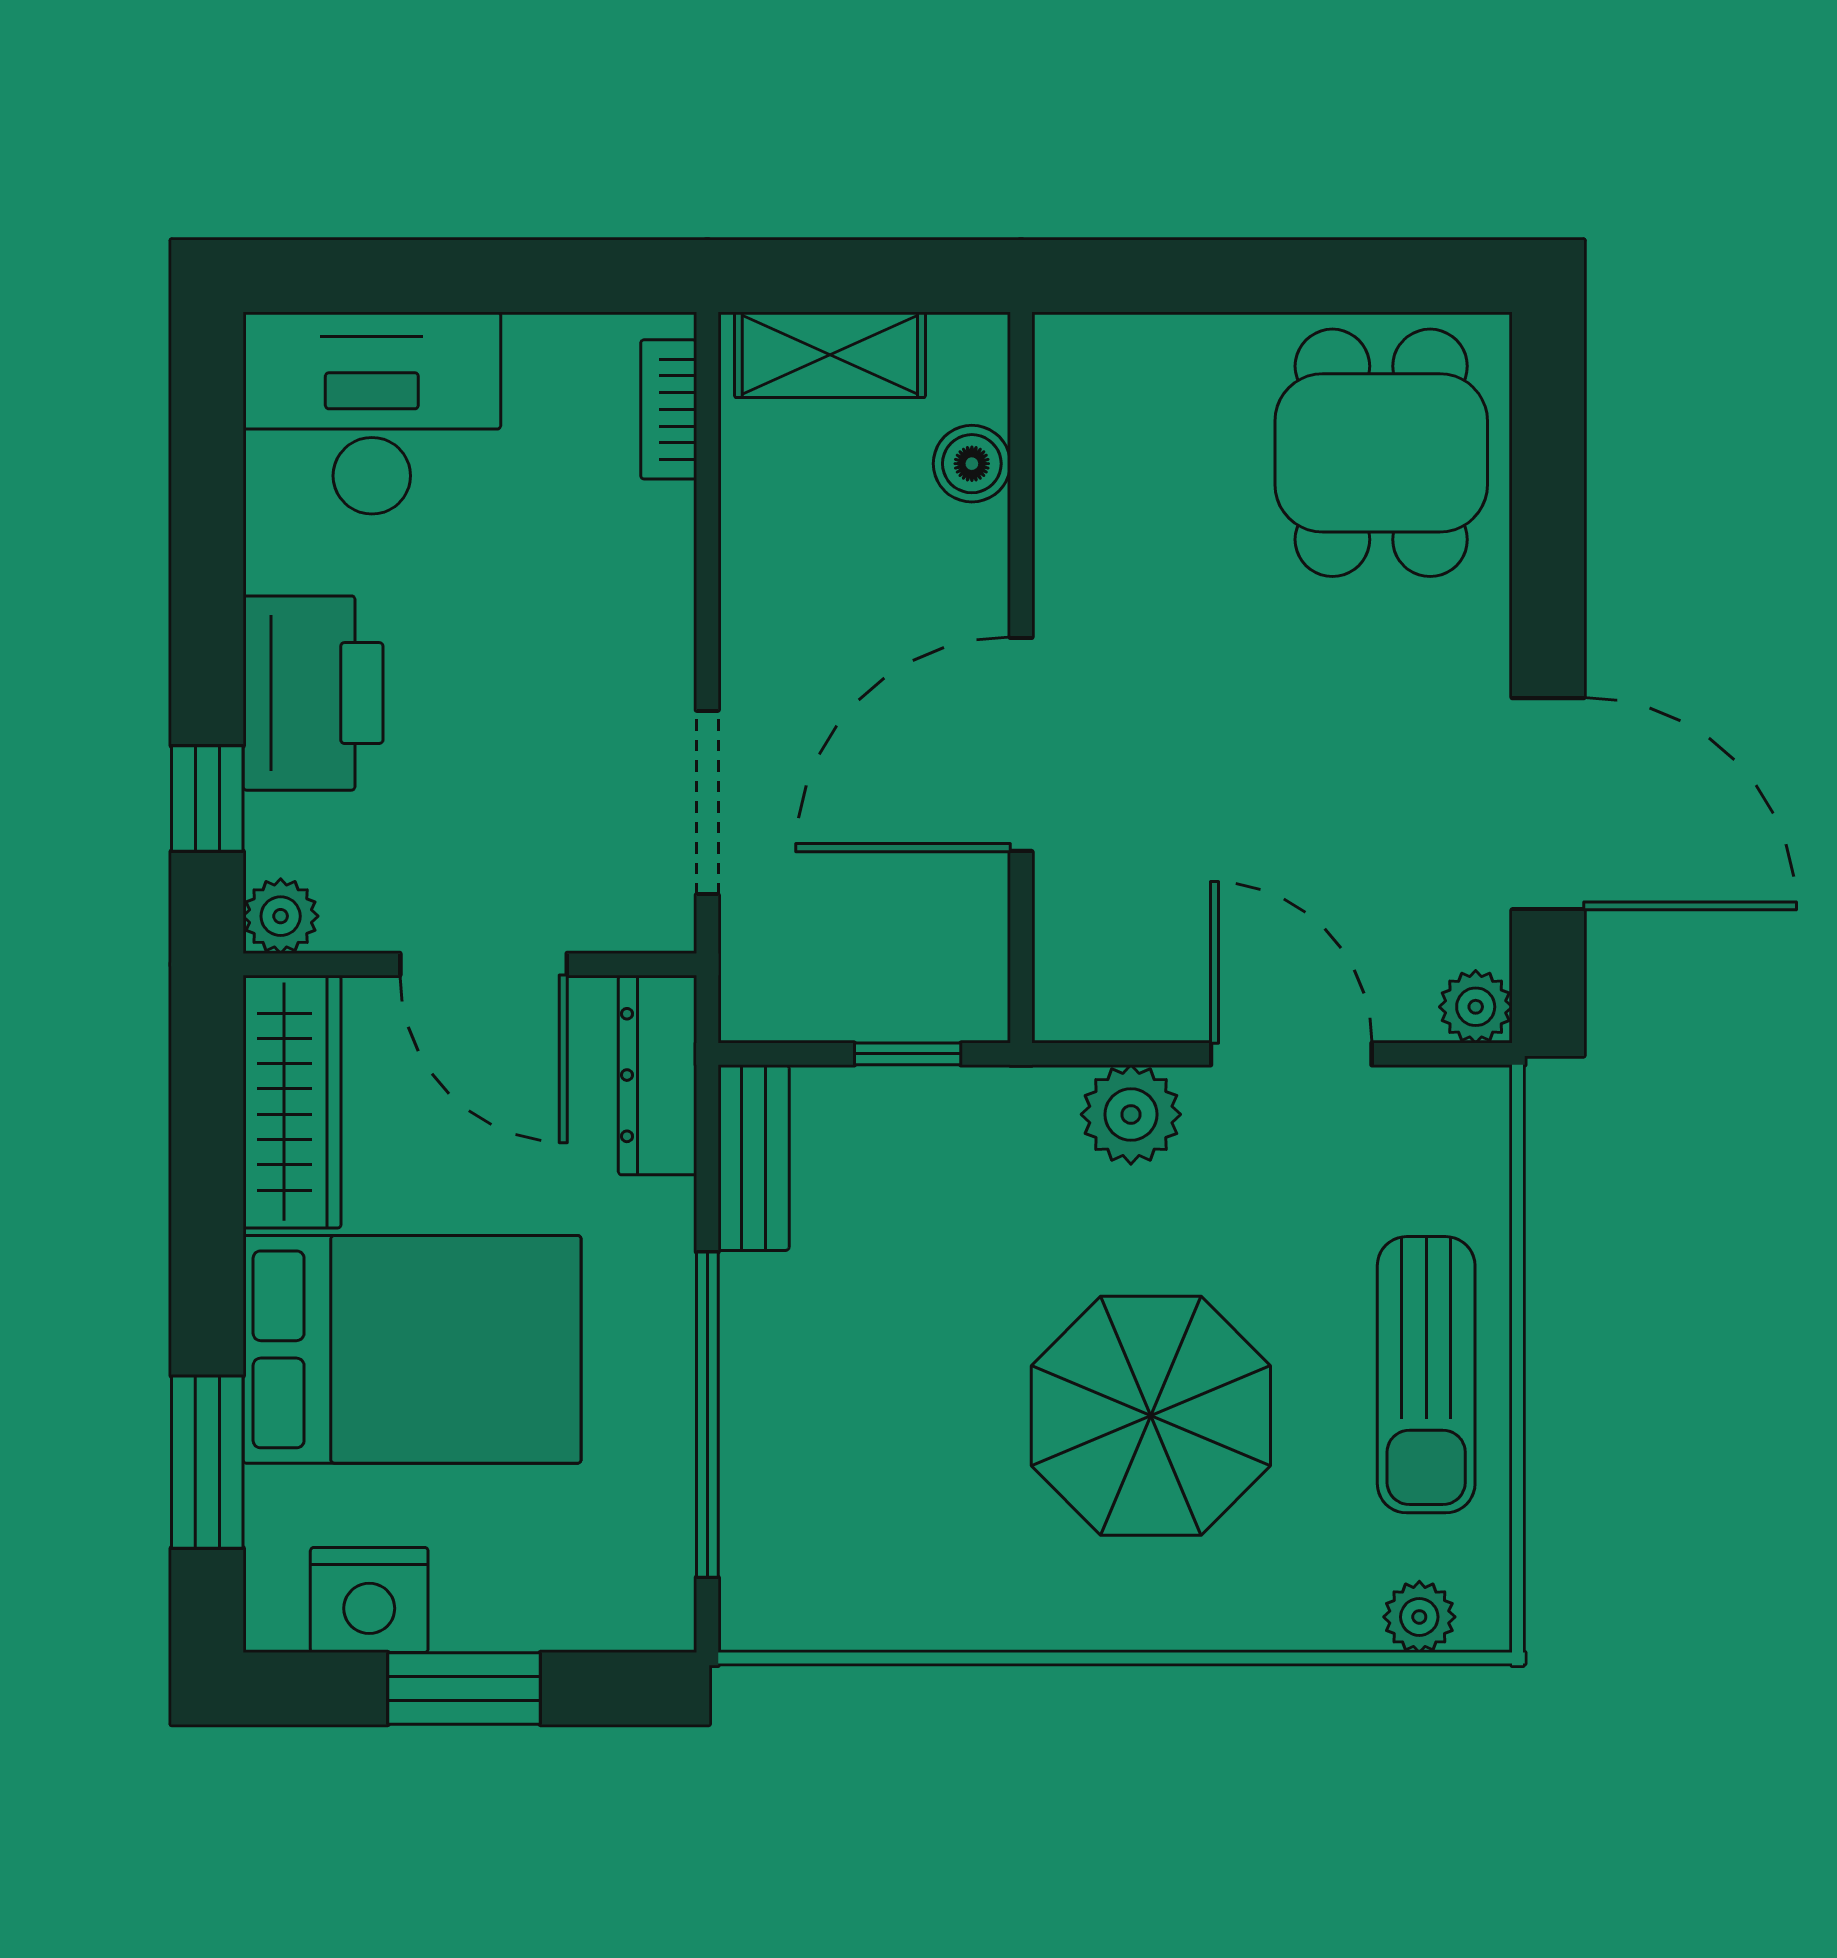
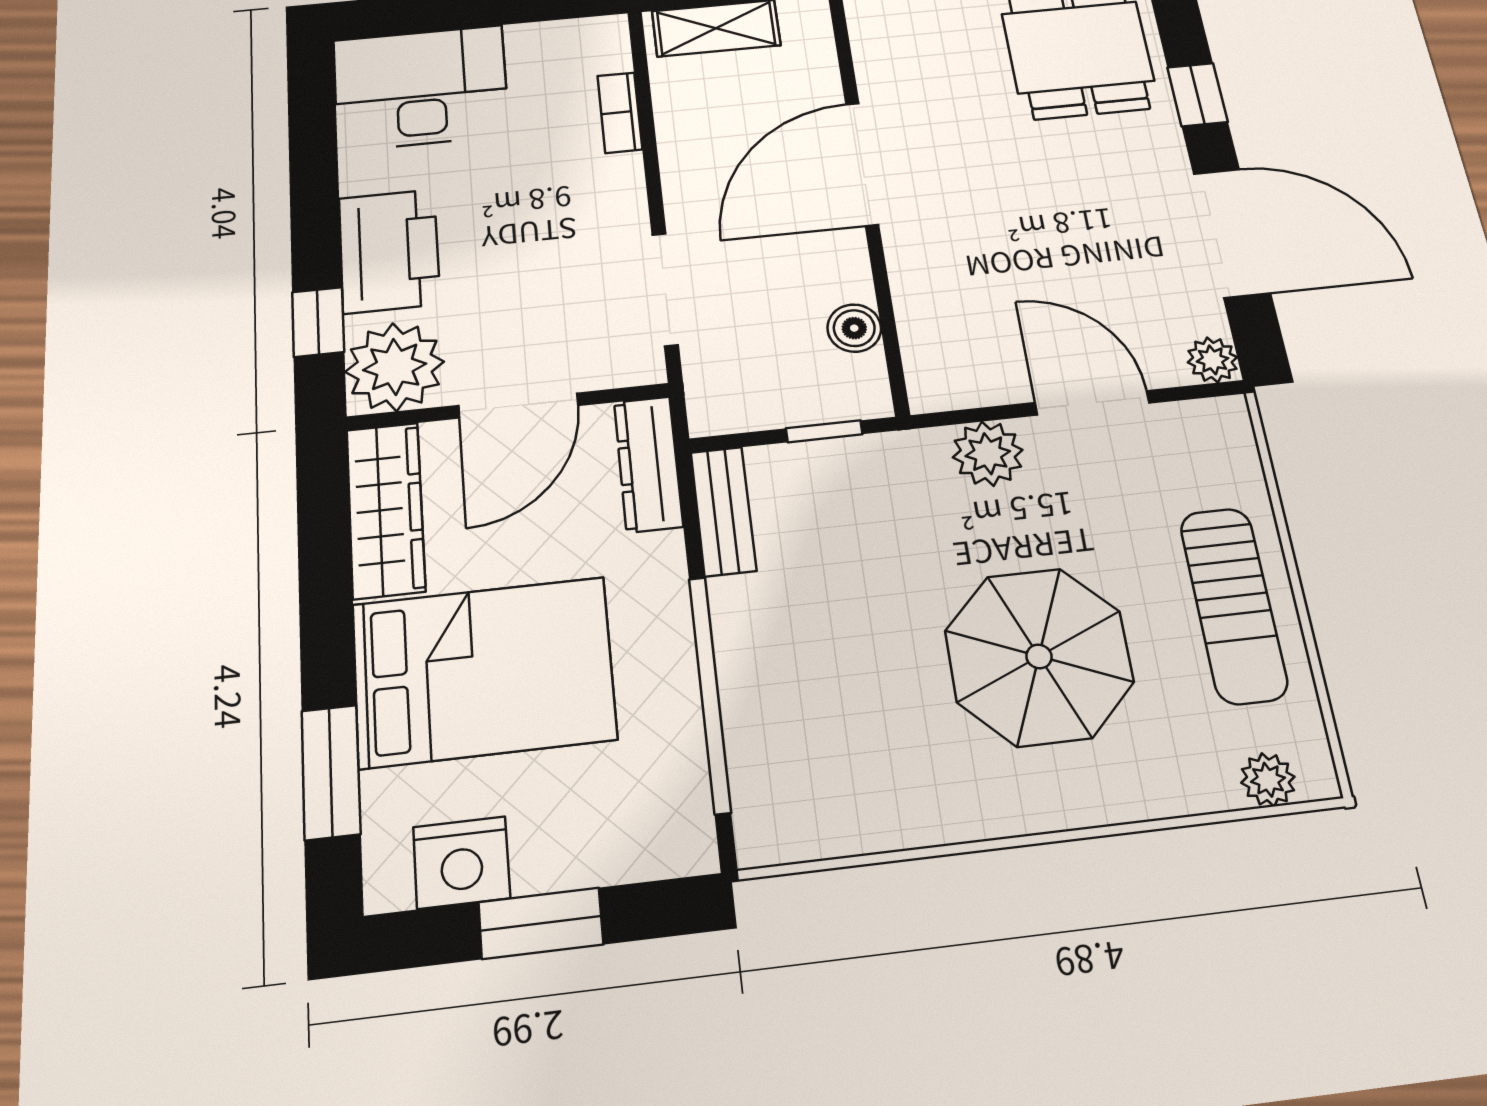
bookcase: (669, 409) -> (620, 113), moved
boiler: (972, 464) -> (854, 328), moved
window: (1548, 559) -> (1197, 95), added
door: (1021, 744) -> (862, 164), moved
plant: (281, 916) -> (395, 367), width x1.87, depth x1.87
door: (484, 964) -> (518, 406), hinge flipped

